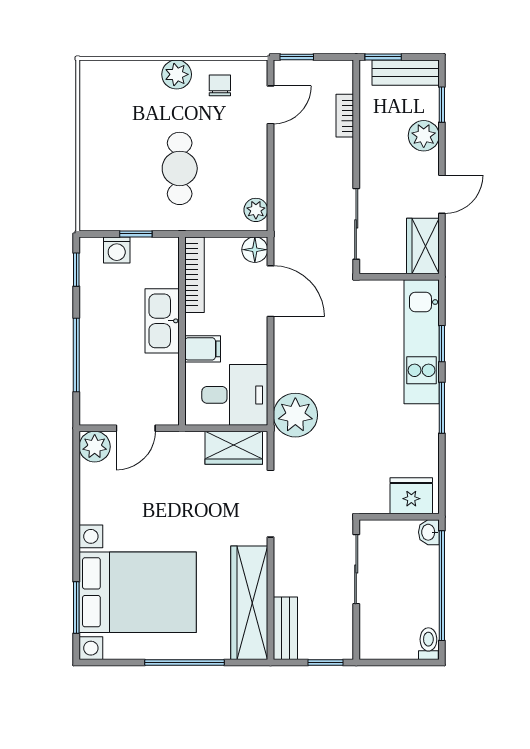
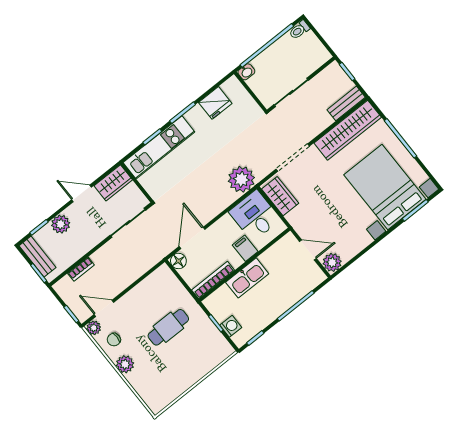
plant: (256, 210) -> (94, 328), moved
fridge: (411, 496) -> (215, 103), moved, turned -90

